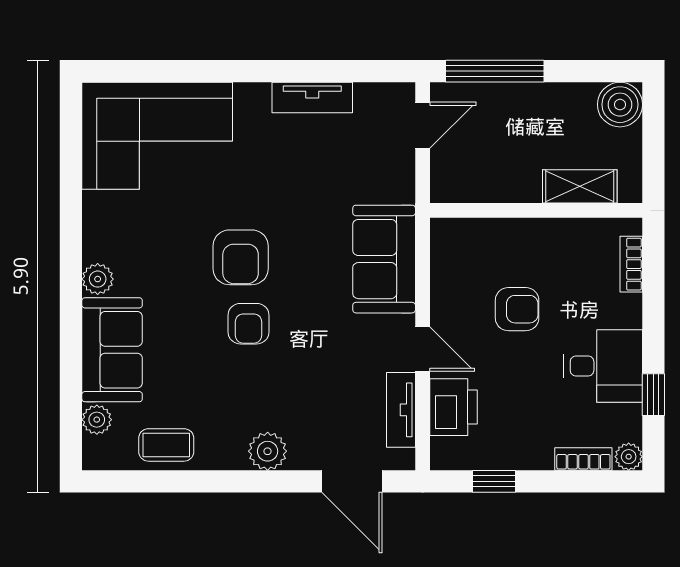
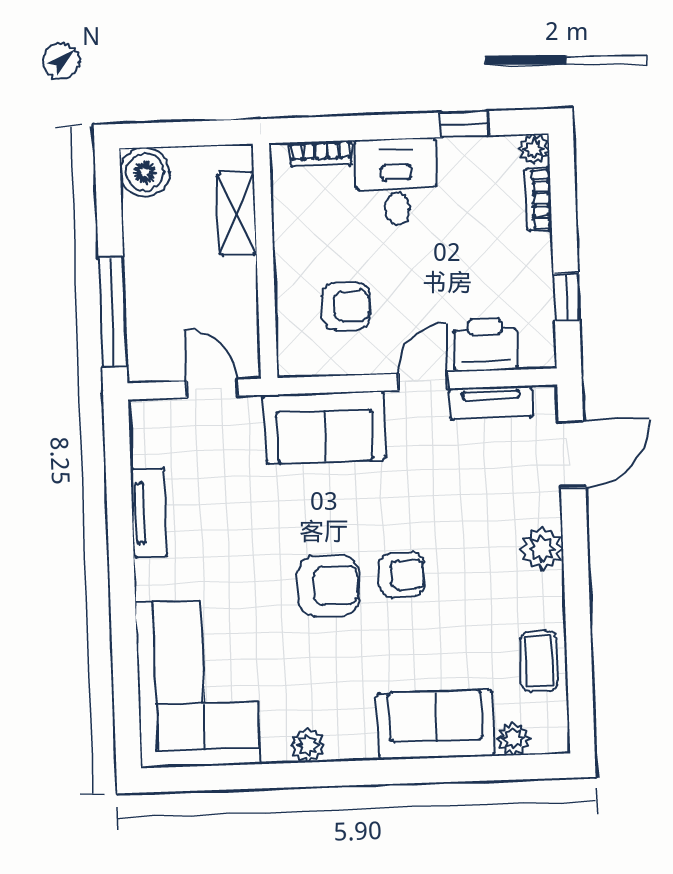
door: (423, 125) -> (212, 388), moved
plant: (98, 279) -> (308, 745), moved
armchair: (517, 309) -> (346, 306), moved, turned 90
desk: (603, 366) -> (396, 182), moved

